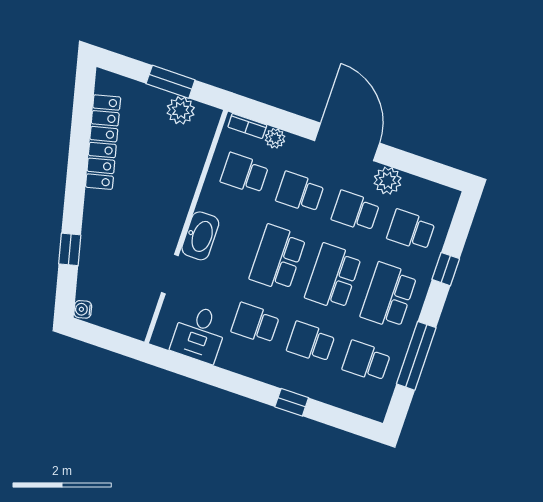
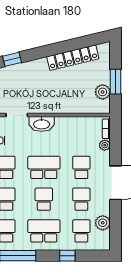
school desk: (244, 173) -> (81, 136), removed
plant: (388, 181) -> (103, 223), moved
school desk: (333, 277) -> (44, 199), width x0.54

